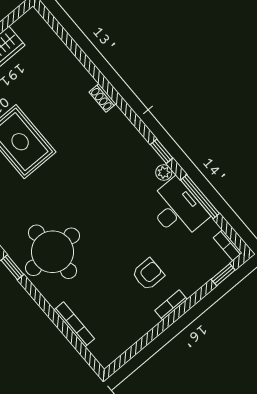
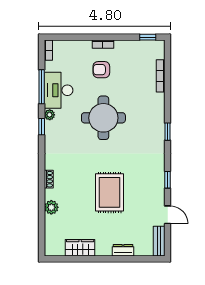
plant: (72, 68) -> (51, 207), added
round table: (53, 252) -> (103, 118), moved
window: (223, 275) -> (148, 37), moved

